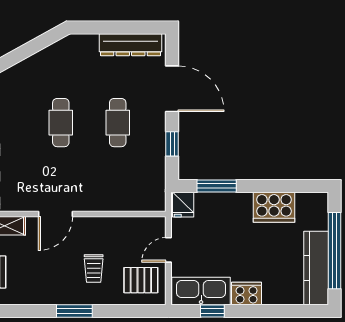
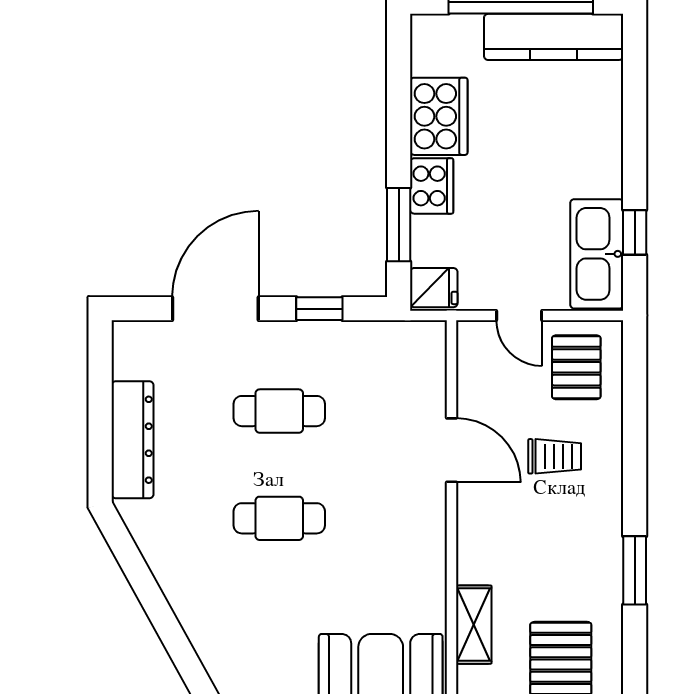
dresser: (130, 45) -> (132, 440), moved
door: (56, 214) -> (452, 450), moved
cooker: (247, 294) -> (432, 186), moved, turned 180
window: (74, 311) -> (635, 570), moved

